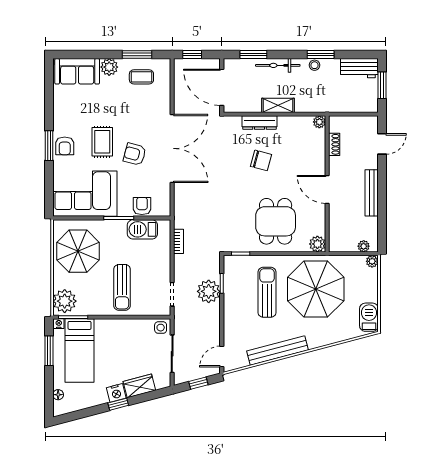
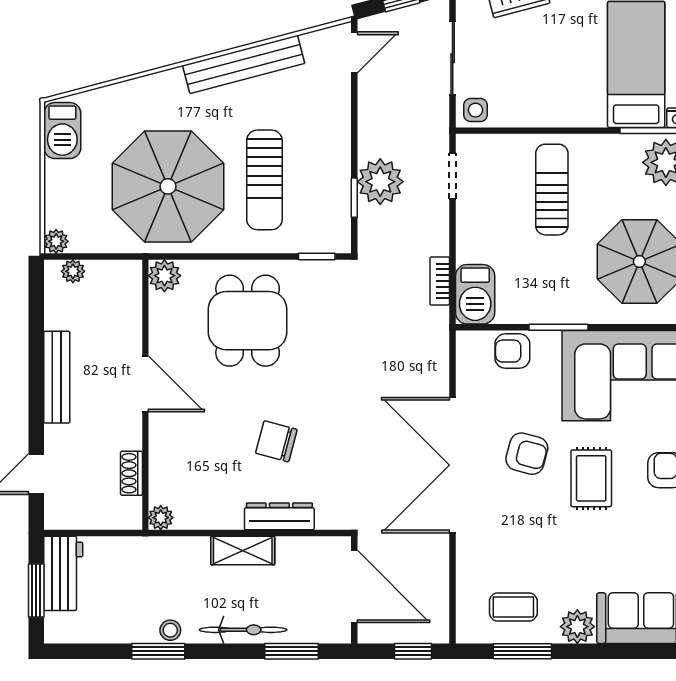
workbench: (359, 68) -> (63, 573), moved, turned 90
armchair: (142, 206) -> (512, 351), turned 90
barbecue: (142, 229) -> (475, 294), moved, turned 90

